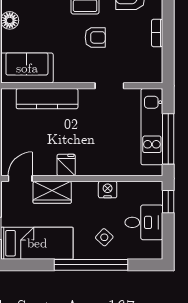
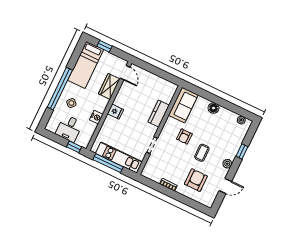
armchair: (95, 37) -> (184, 136), moved
kitchen counter: (47, 99) -> (159, 114), width x0.67
fridge: (66, 165) -> (115, 112), moved

